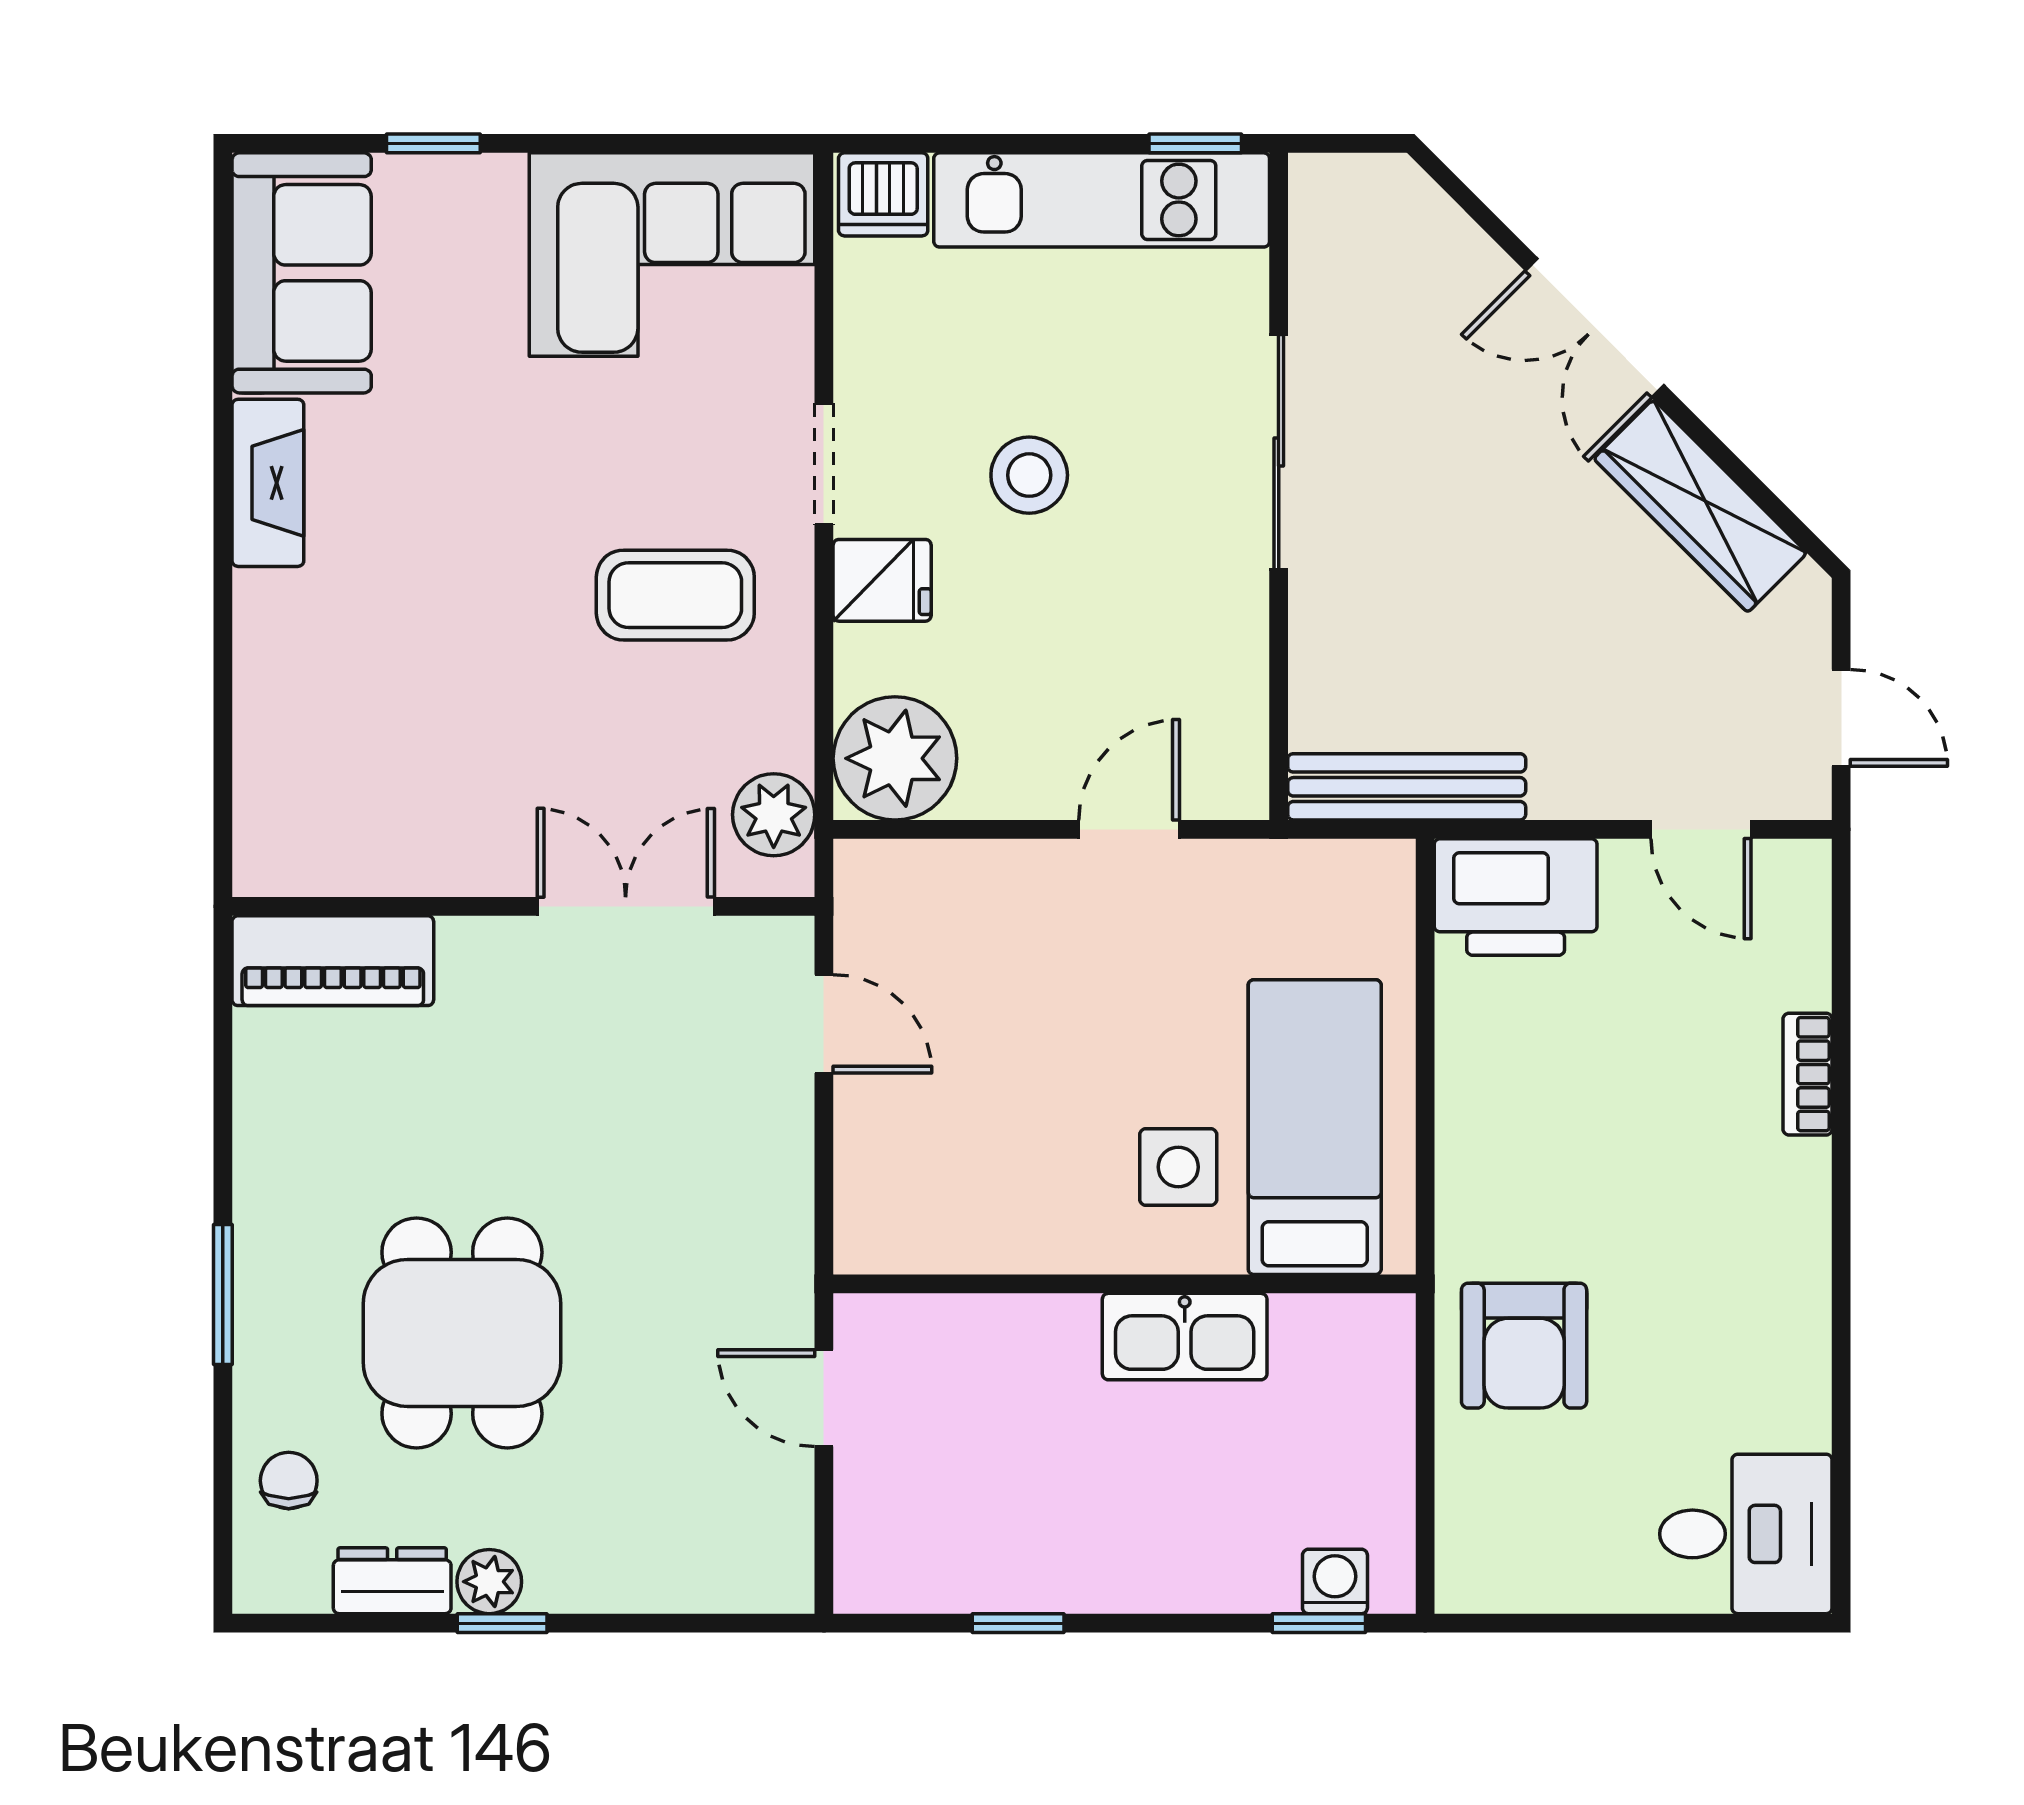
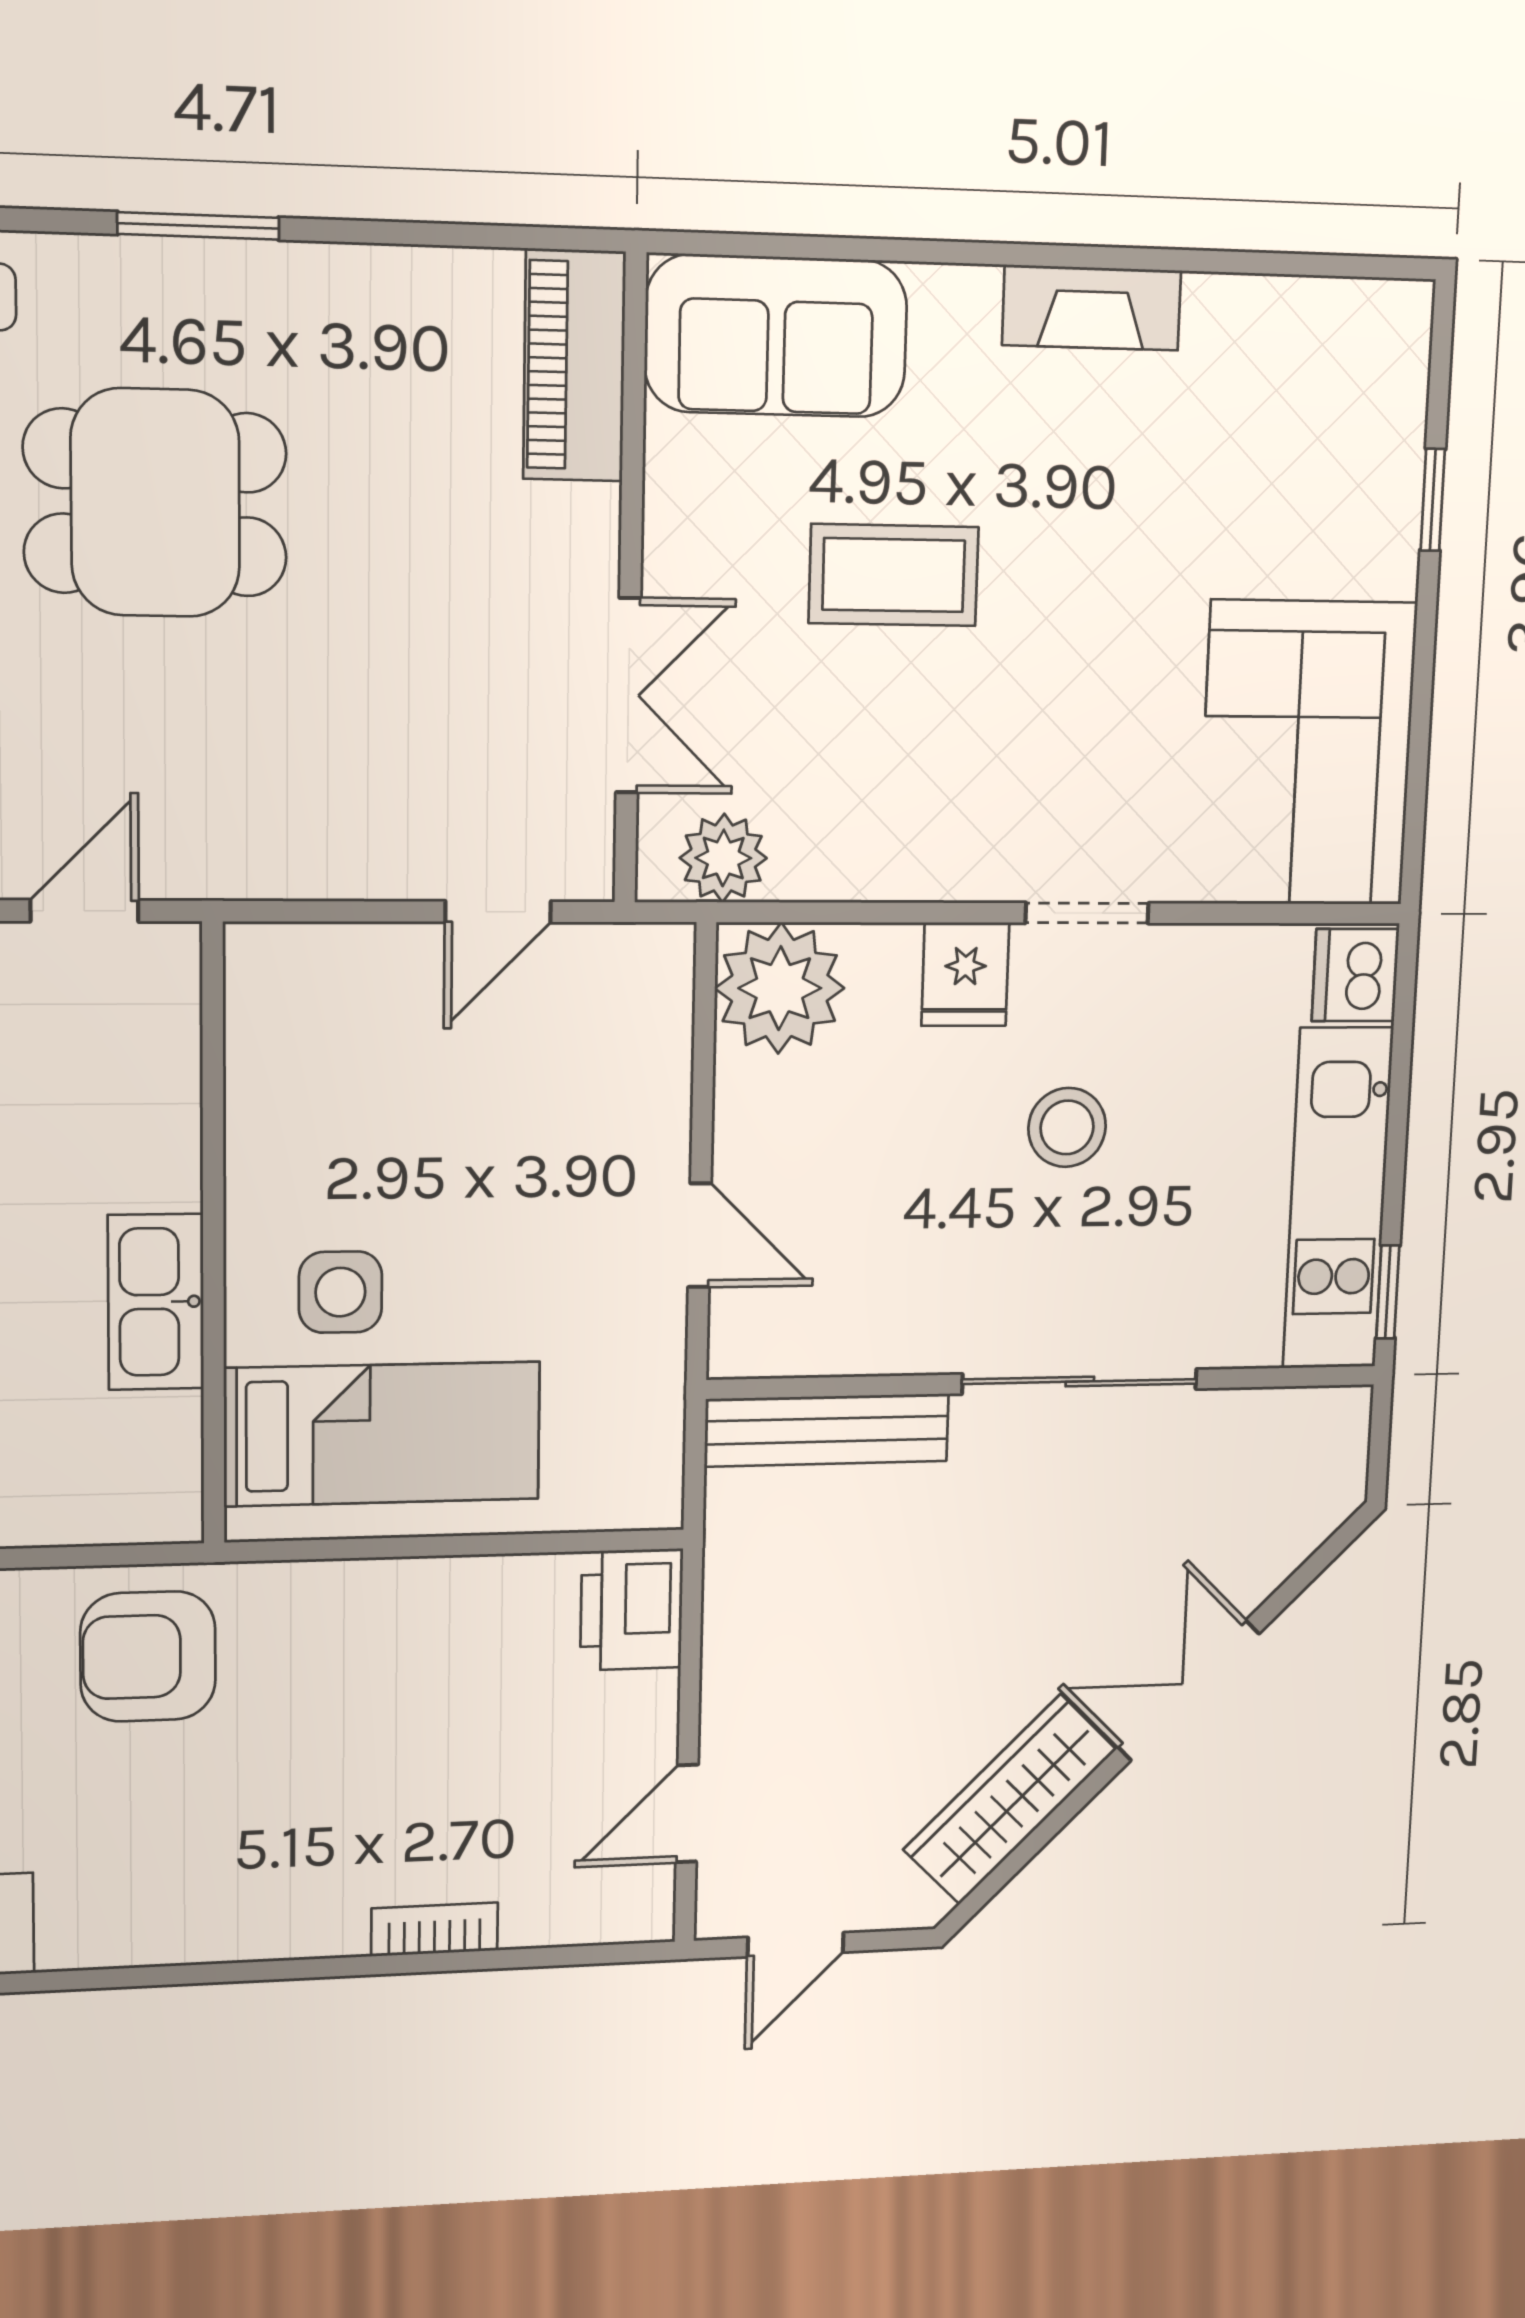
sofa: (302, 273) -> (776, 336), moved
coffee table: (675, 595) -> (894, 575), moved, turned 90
bench: (1407, 787) -> (827, 1430), moved, turned 90
printer: (1516, 897) -> (632, 1610), width x0.73, depth x0.84

